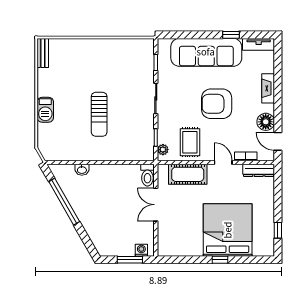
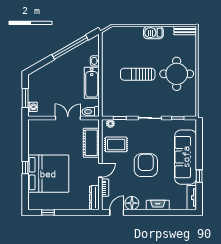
round table: (99, 64) -> (177, 74), added
barbecue: (45, 110) -> (153, 33), moved
bathtub: (110, 174) -> (92, 83), added

